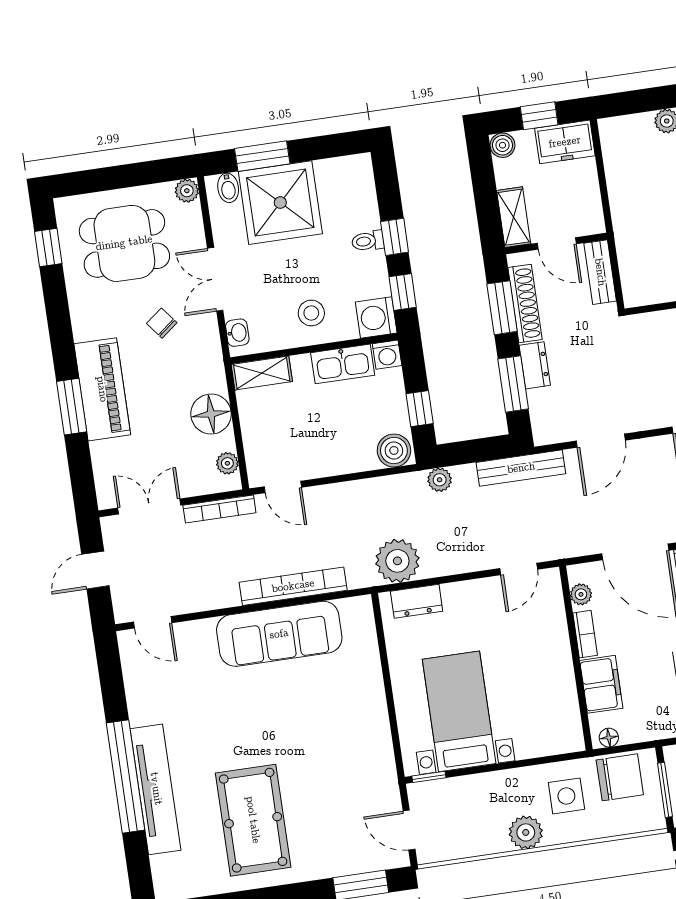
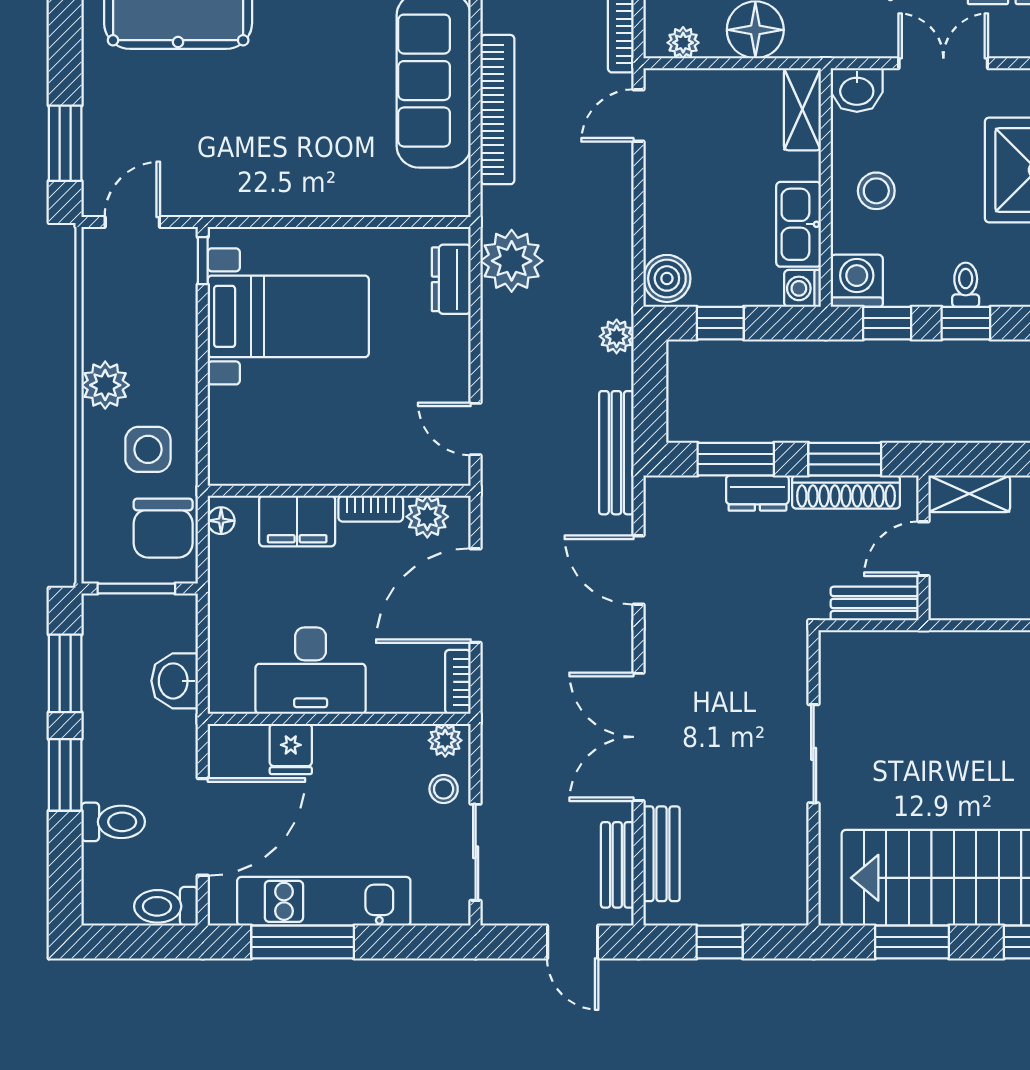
washbasin: (237, 333) -> (857, 90), width x1.38, depth x1.45
plant: (581, 594) -> (427, 517), width x1.38, depth x1.38

